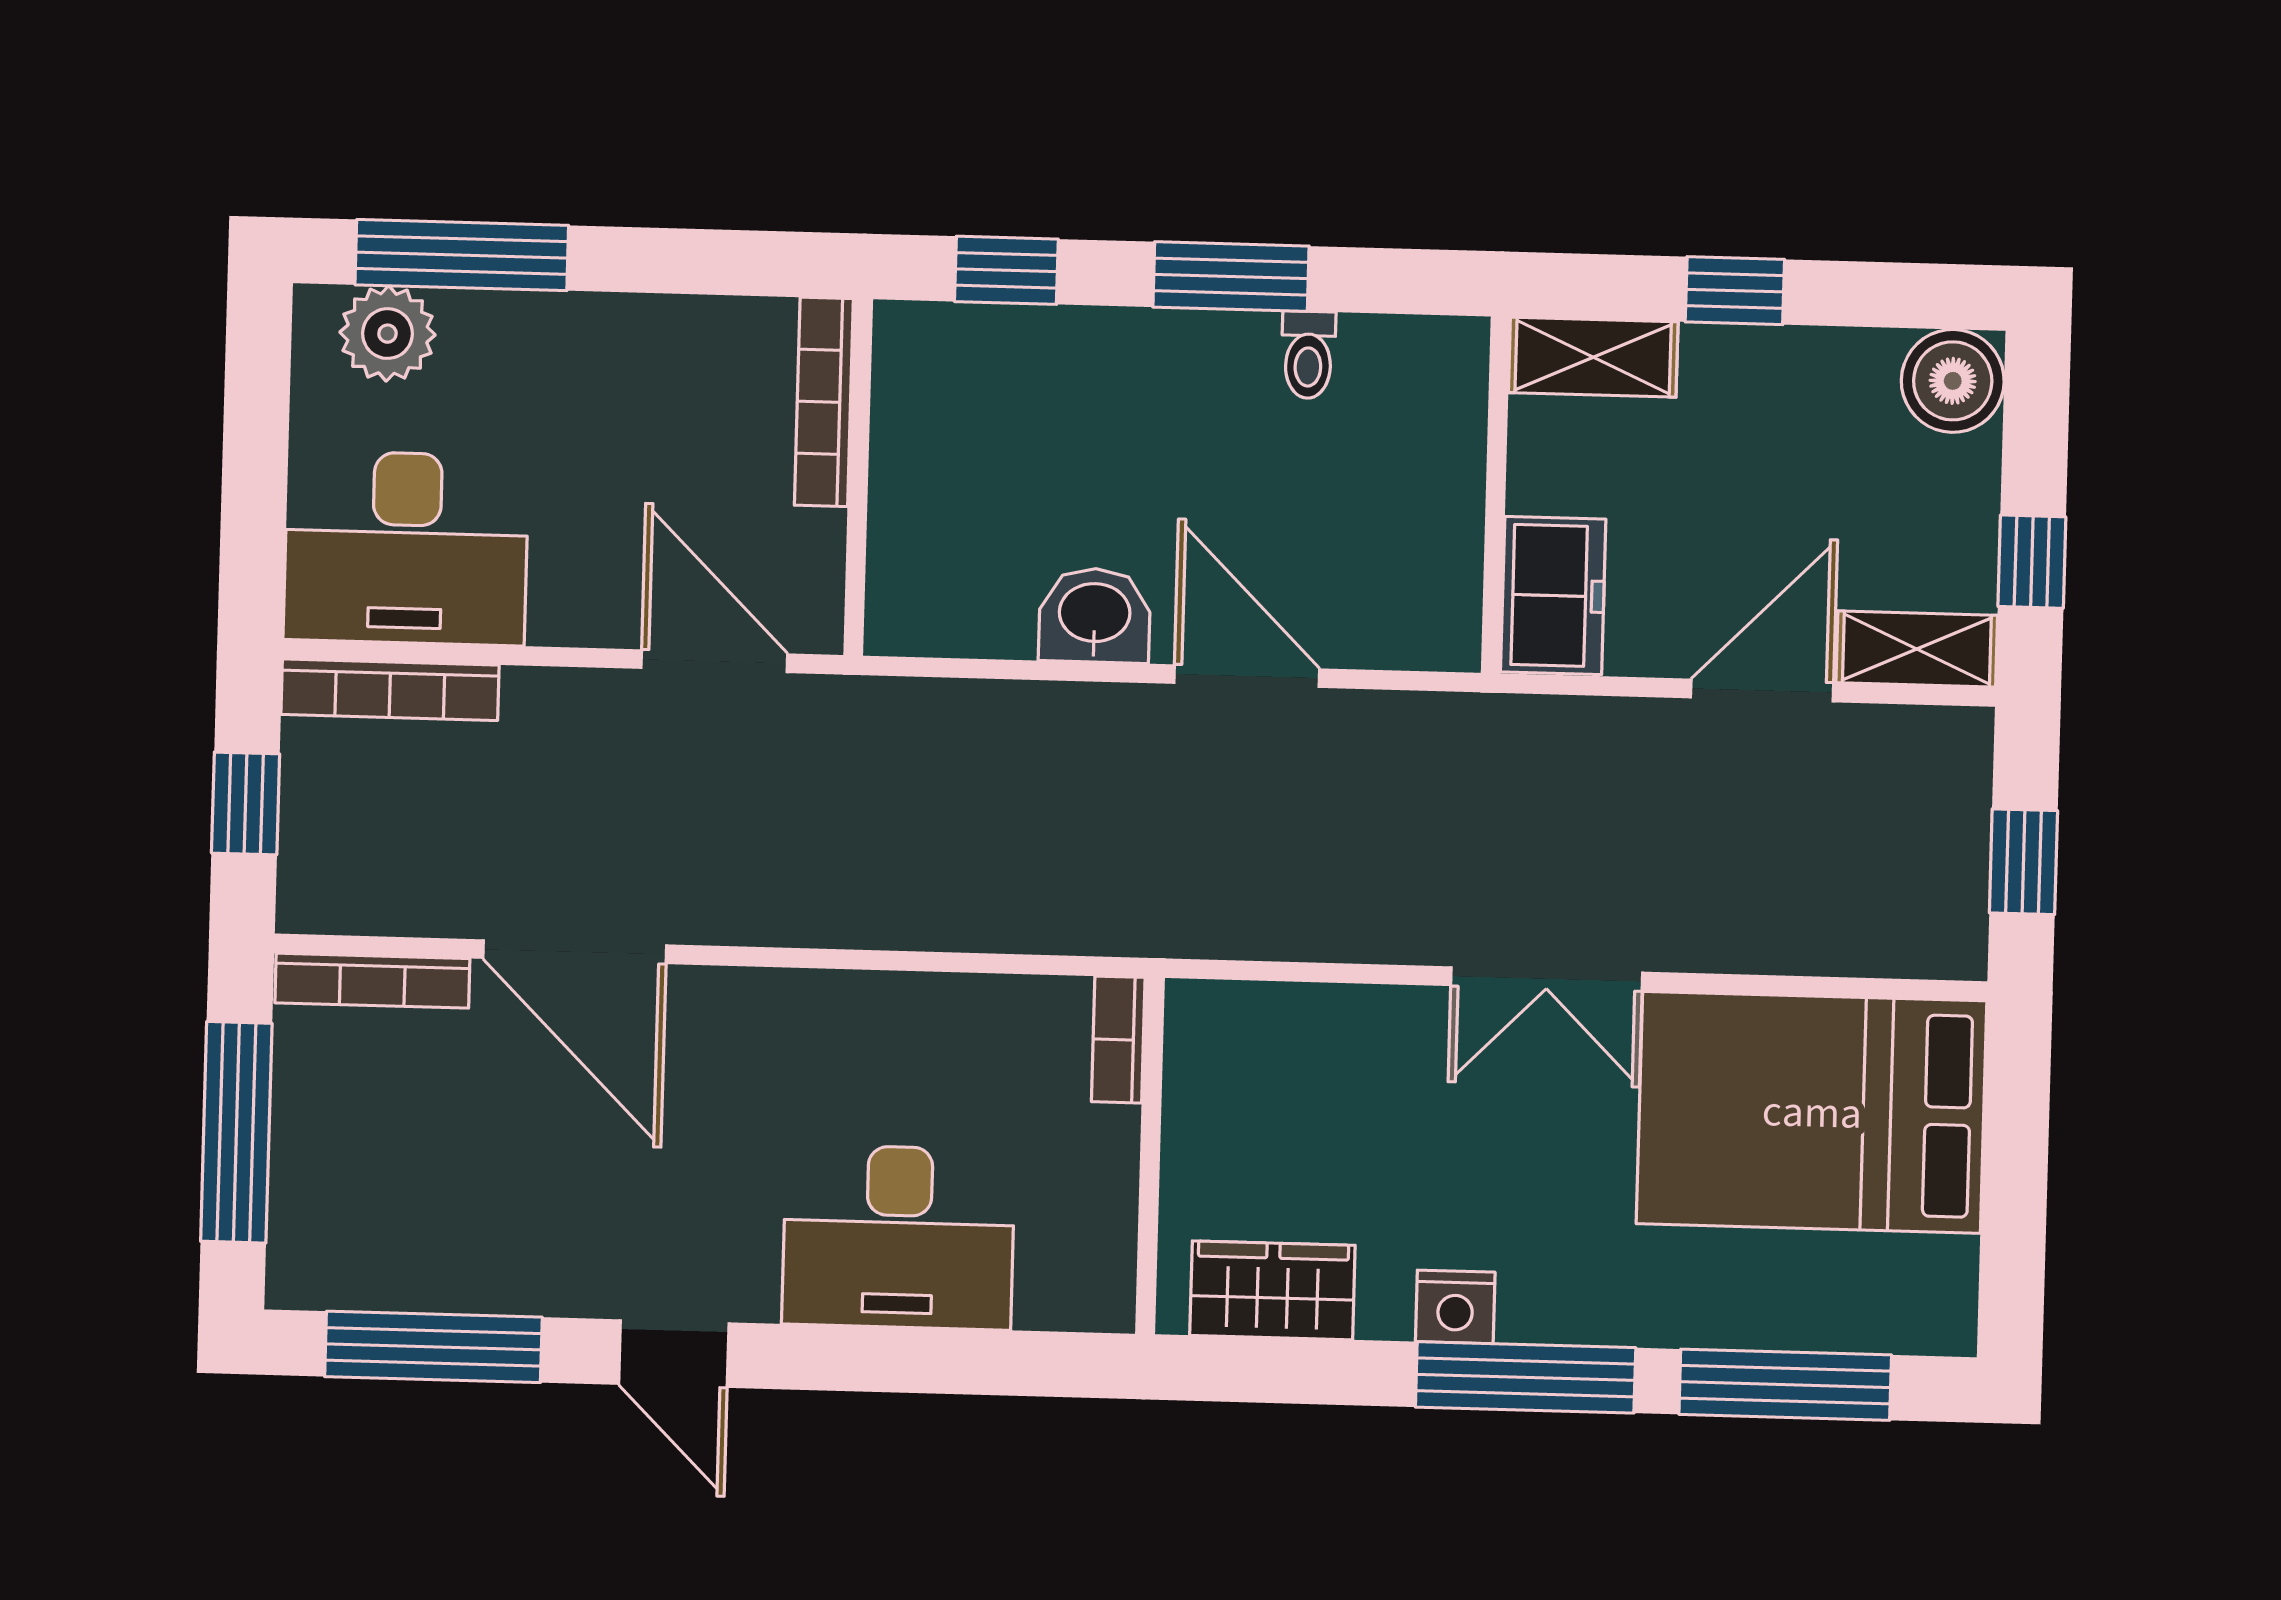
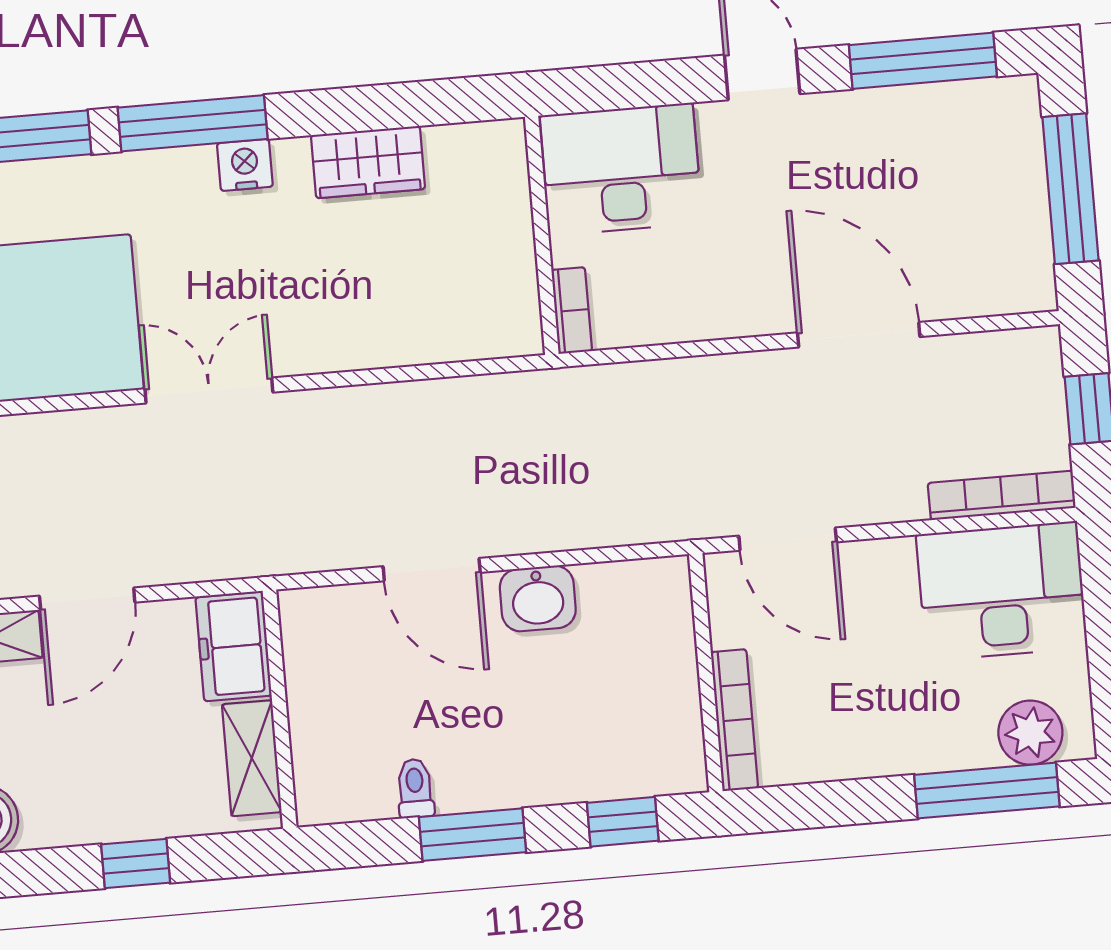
shelving: (1593, 357) -> (252, 758), moved, turned 90
bookcase: (372, 981) -> (991, 300), removed
bookcase: (1118, 1040) -> (572, 310), moved
wall: (1150, 1156) -> (542, 235), moved

